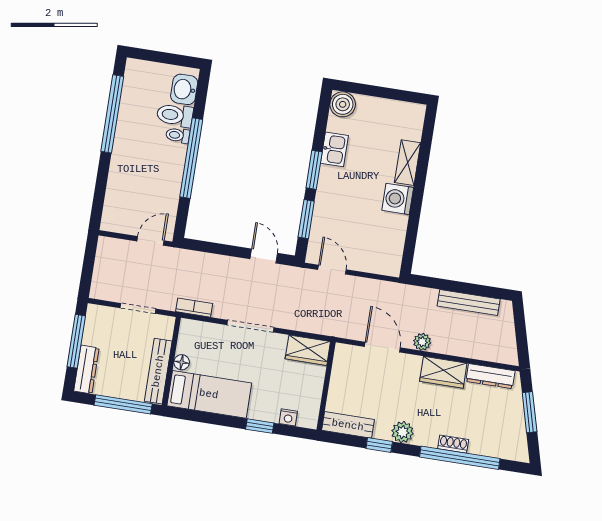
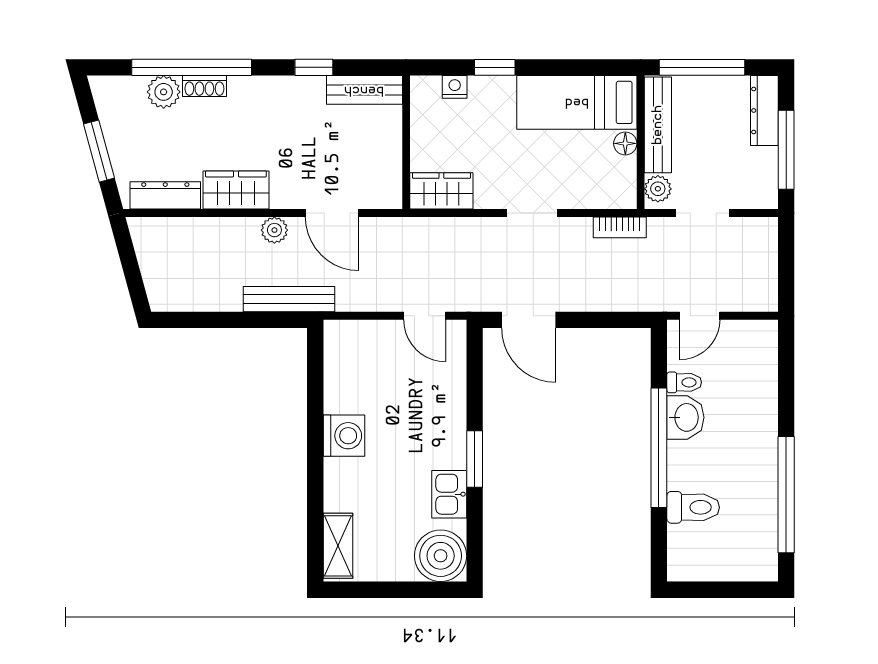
washbasin: (184, 89) -> (685, 417), moved
boiler: (343, 104) -> (441, 556), width x1.37, depth x1.37
toilet: (178, 135) -> (684, 382), moved
shelving: (408, 163) -> (338, 546), moved
window: (306, 219) -> (475, 384), removed
door: (264, 256) -> (529, 320), width x1.38
bench: (469, 303) -> (289, 299), moved
doorway: (250, 326) -> (532, 213), width x0.73
plant: (165, 329) -> (658, 189), added
plant: (402, 432) -> (164, 92), moved

